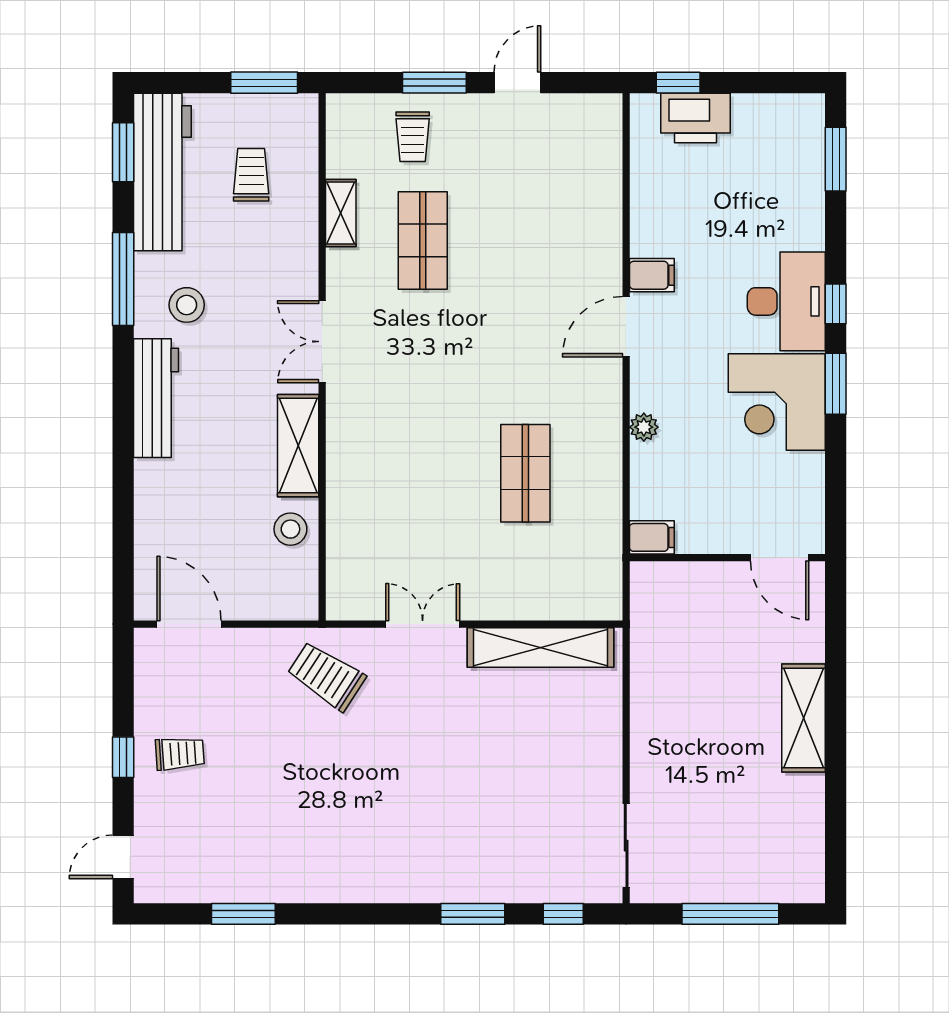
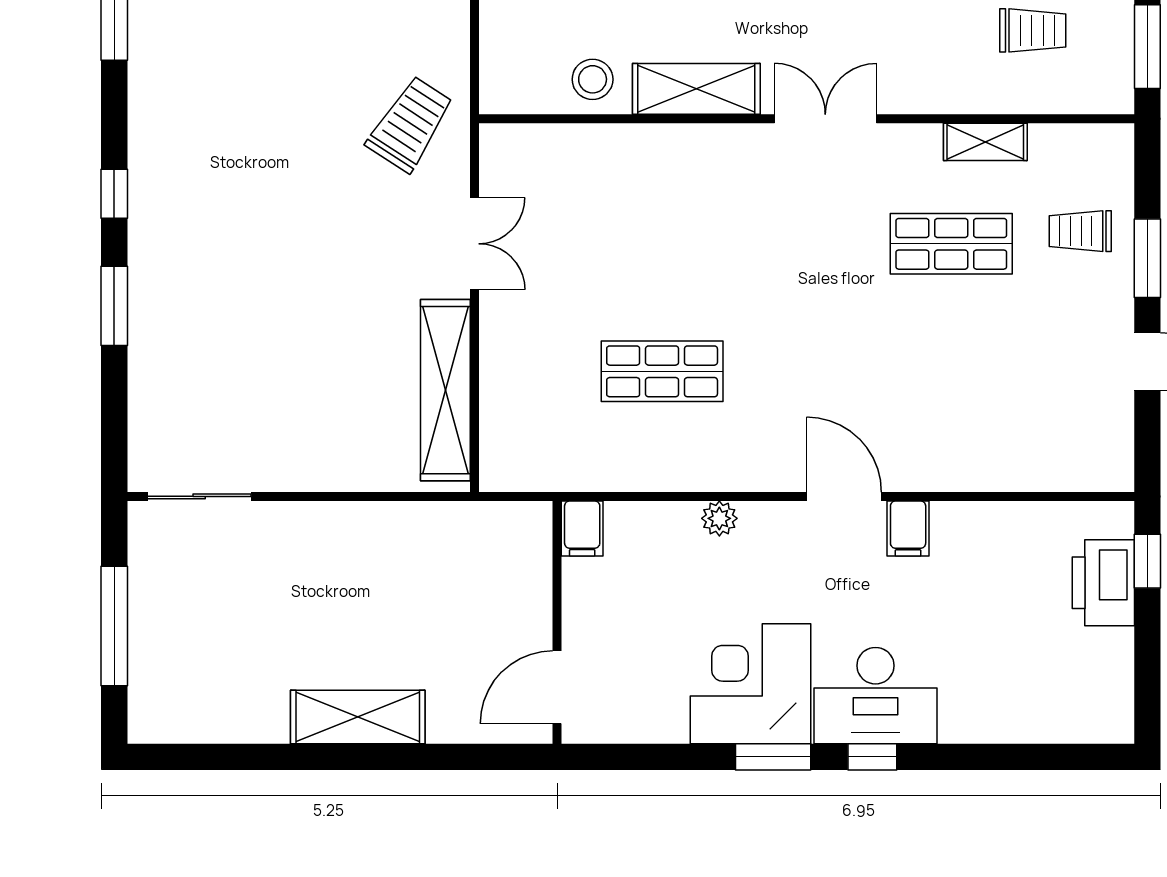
window: (836, 159) -> (1052, 757), removed
window: (563, 914) -> (114, 194), moved

